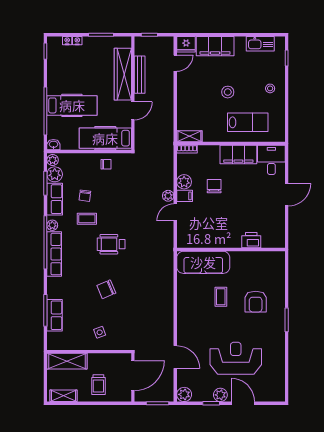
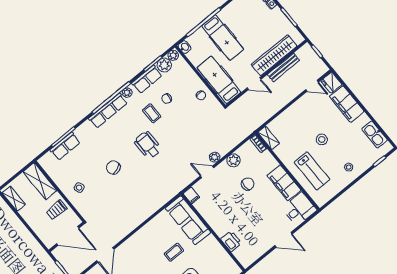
filing cabinet: (185, 196) -> (191, 195), moved
trolley: (98, 385) -> (57, 210), moved

